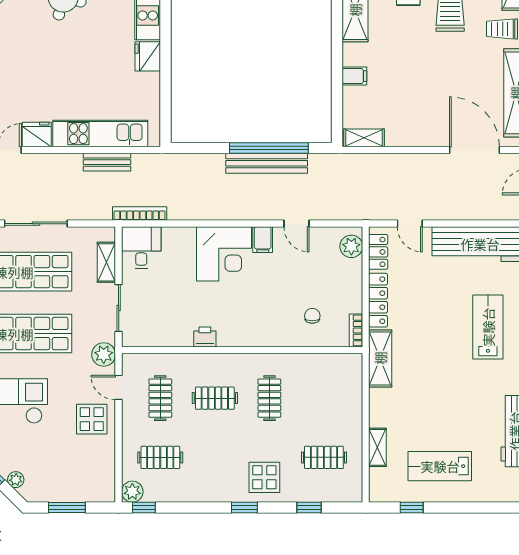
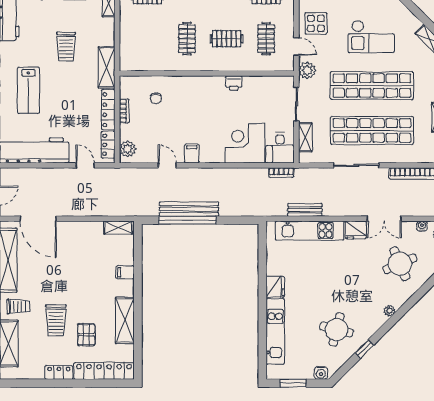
bookcase: (140, 214) -> (281, 173), width x0.64
corner desk: (224, 254) -> (245, 143), moved
bookcase: (356, 330) -> (124, 111), moved
trolley: (436, 387) -> (66, 47), added

